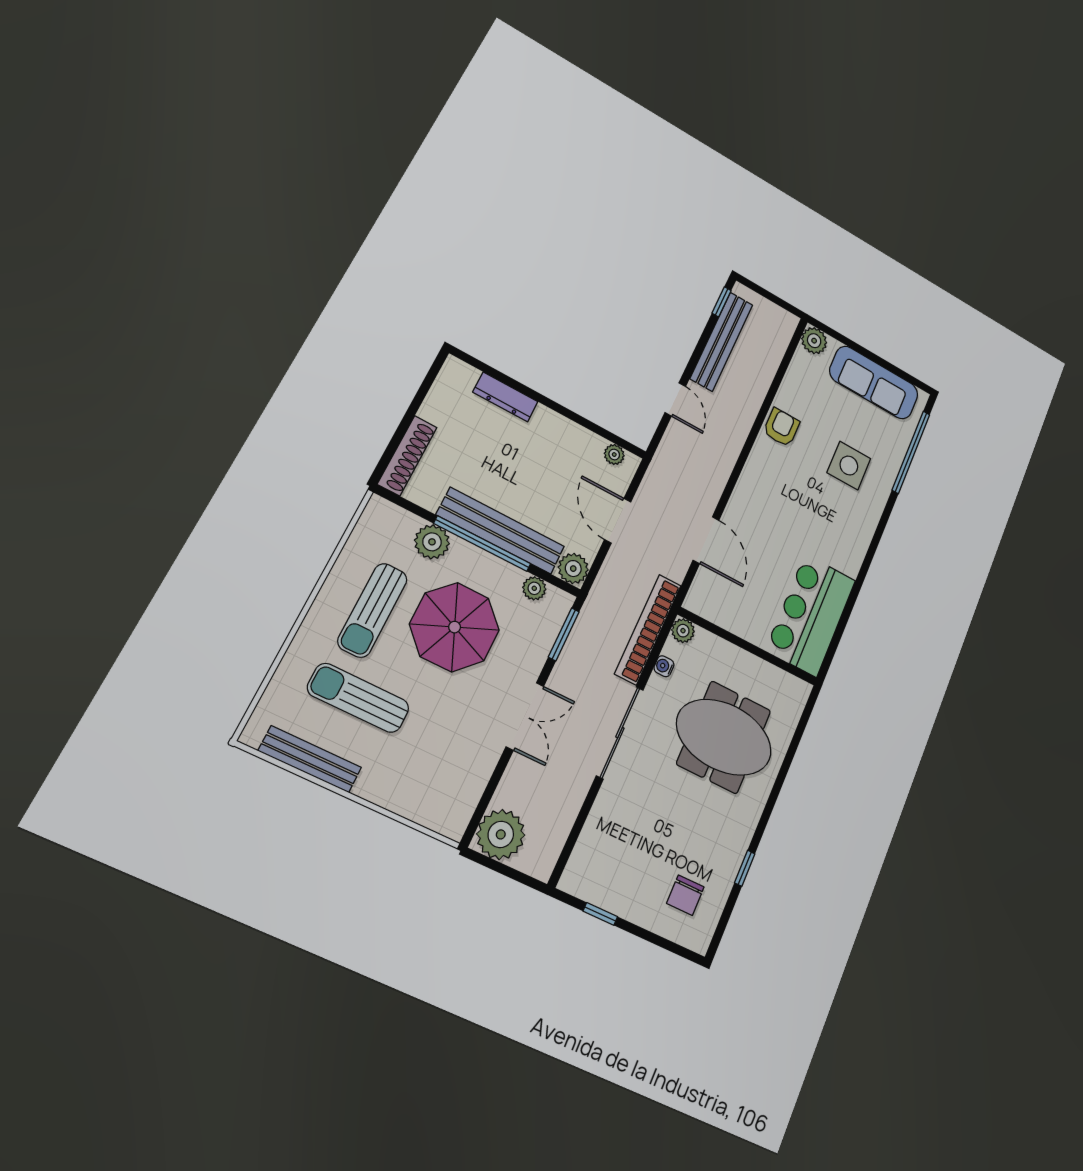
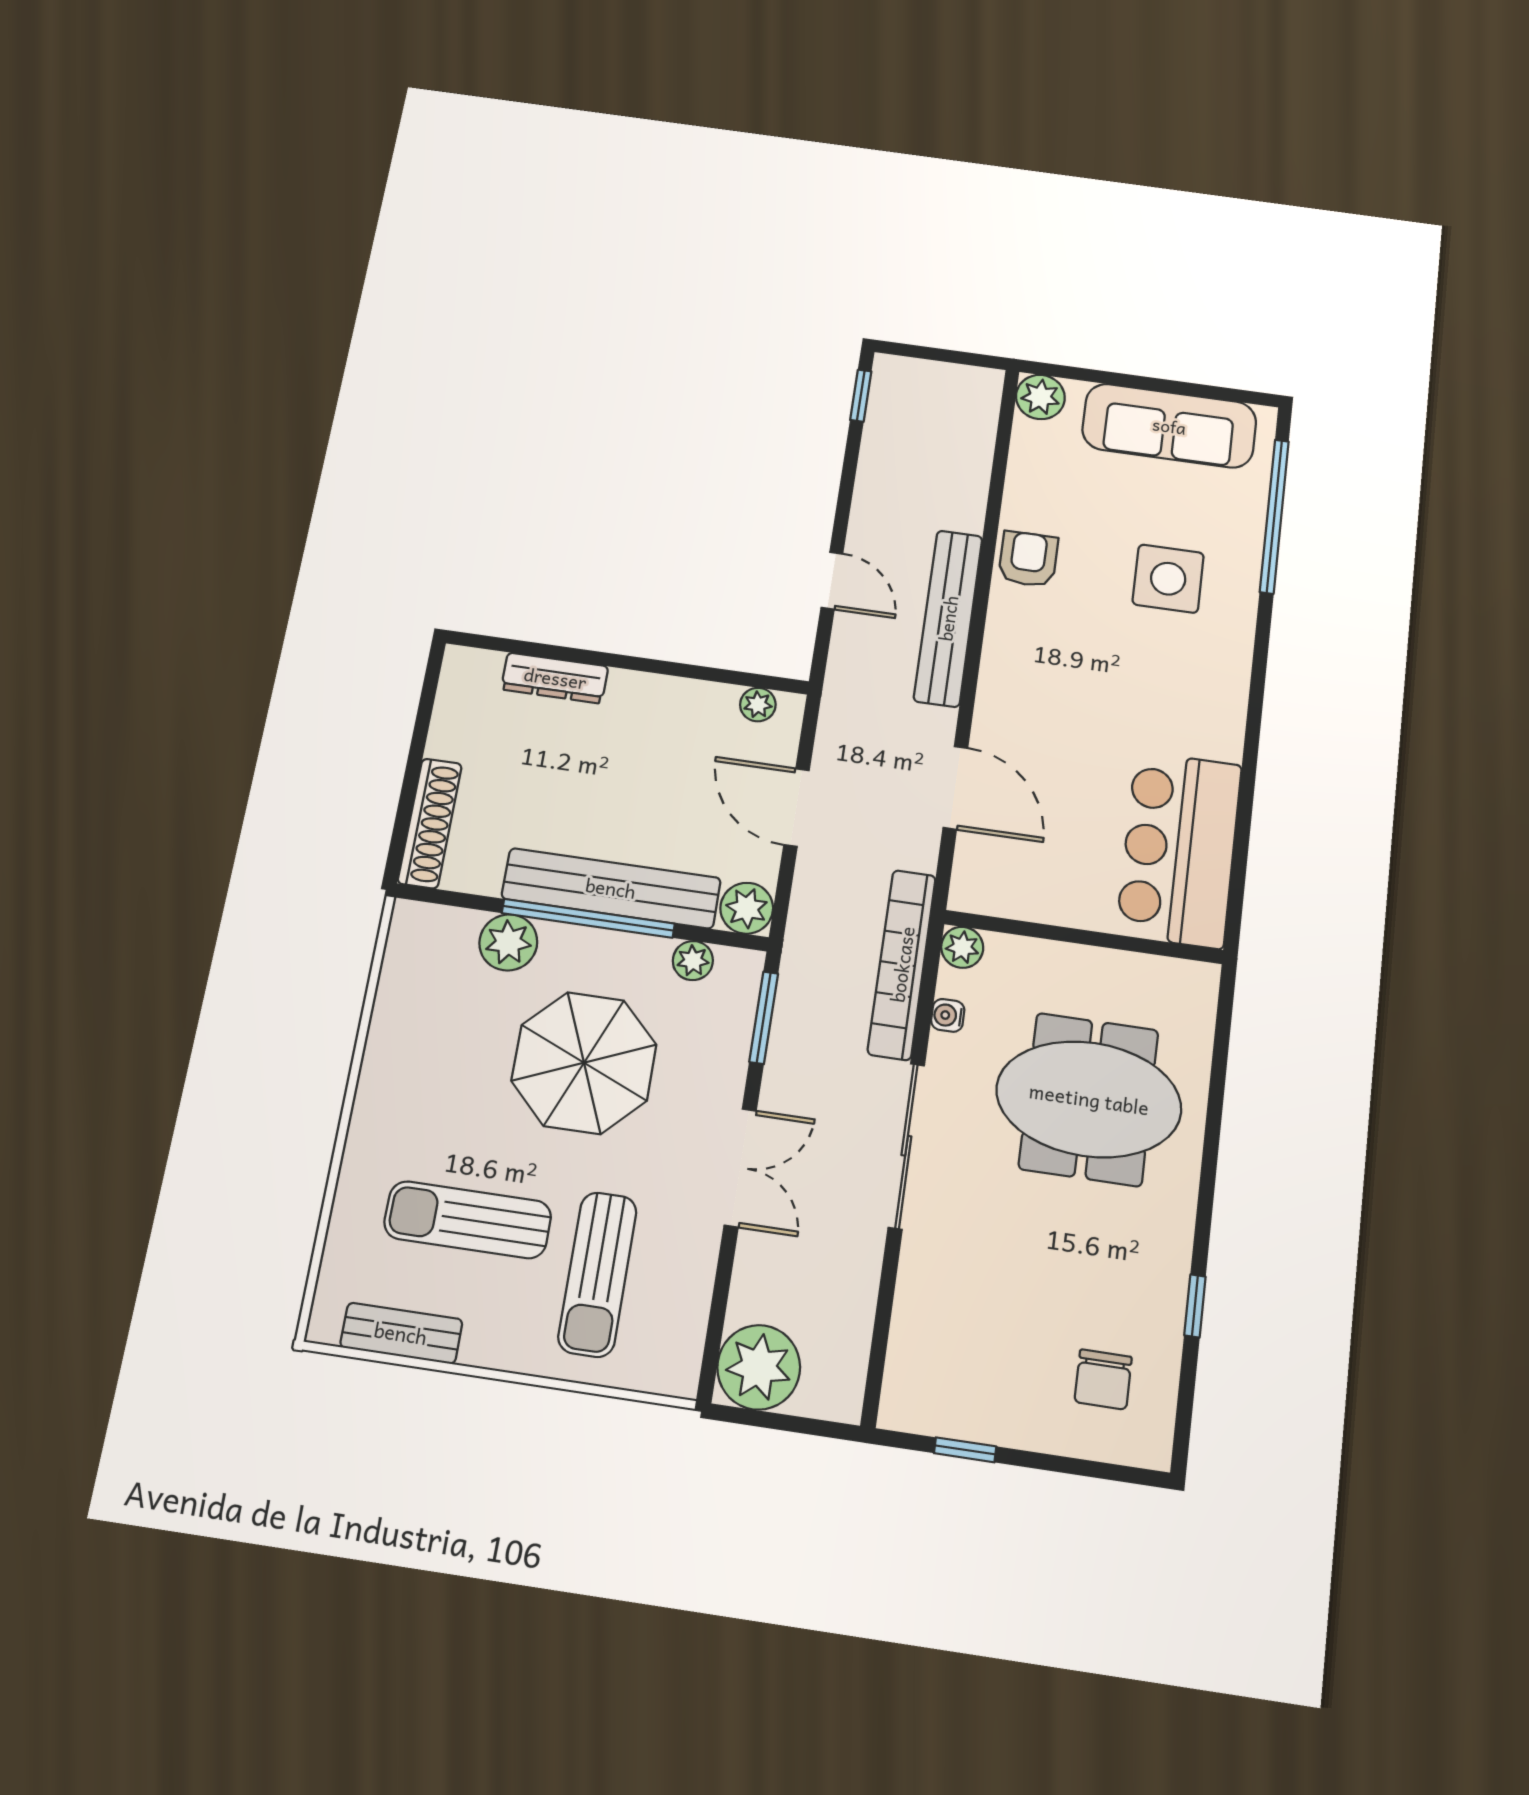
bench: (721, 341) -> (948, 618), moved
sun lounger: (373, 610) -> (597, 1274), moved
bench: (310, 759) -> (401, 1333), width x0.73

